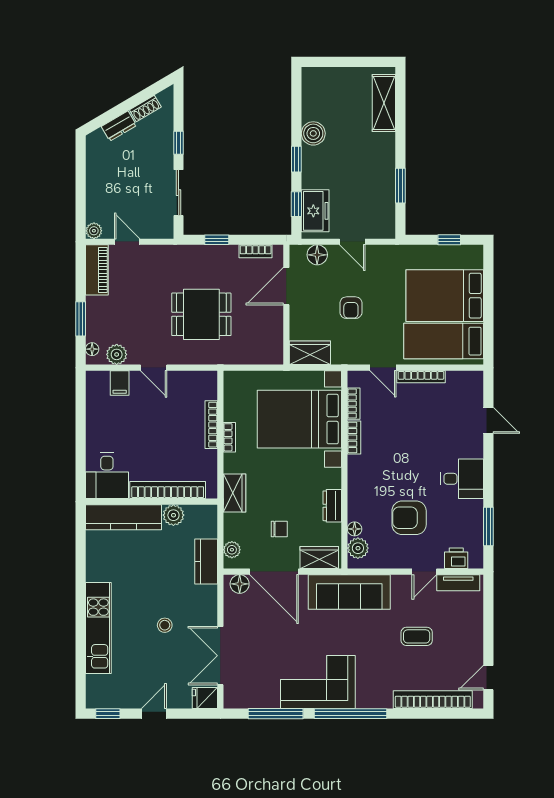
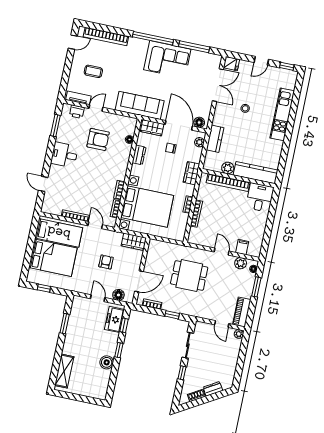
plant: (358, 548) -> (130, 129), removed
coffee table: (417, 636) -> (93, 71), moved

